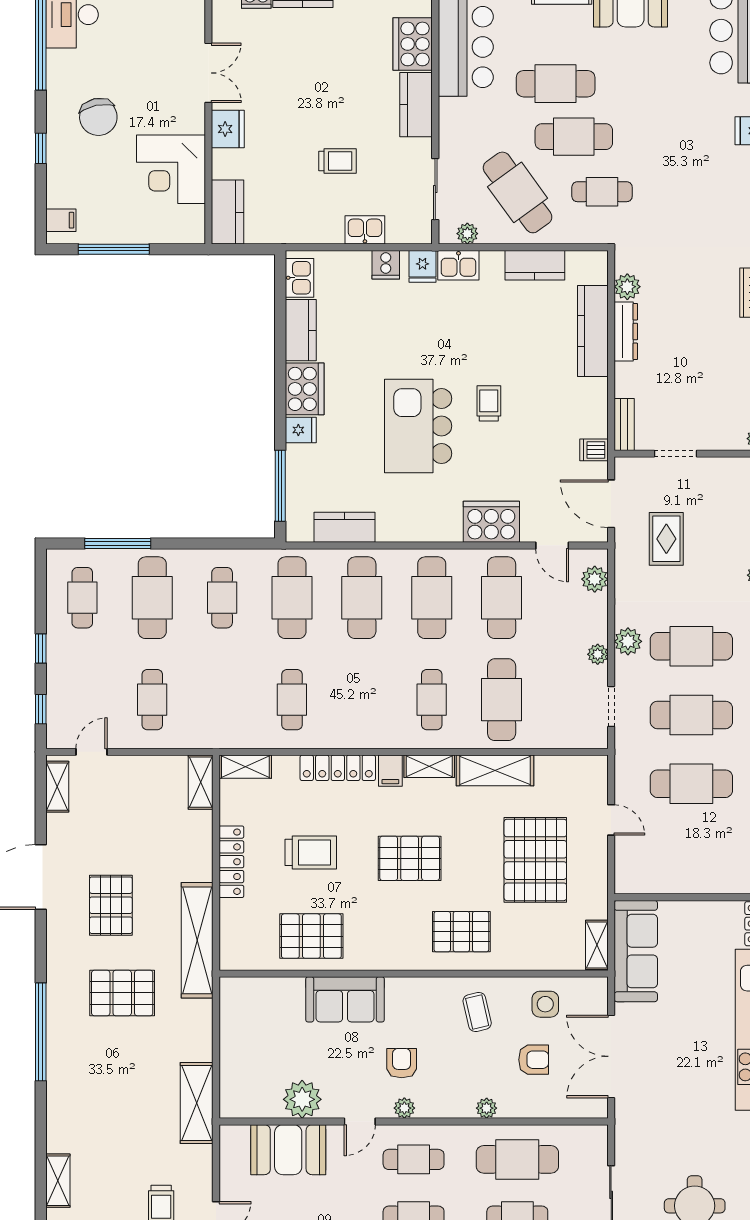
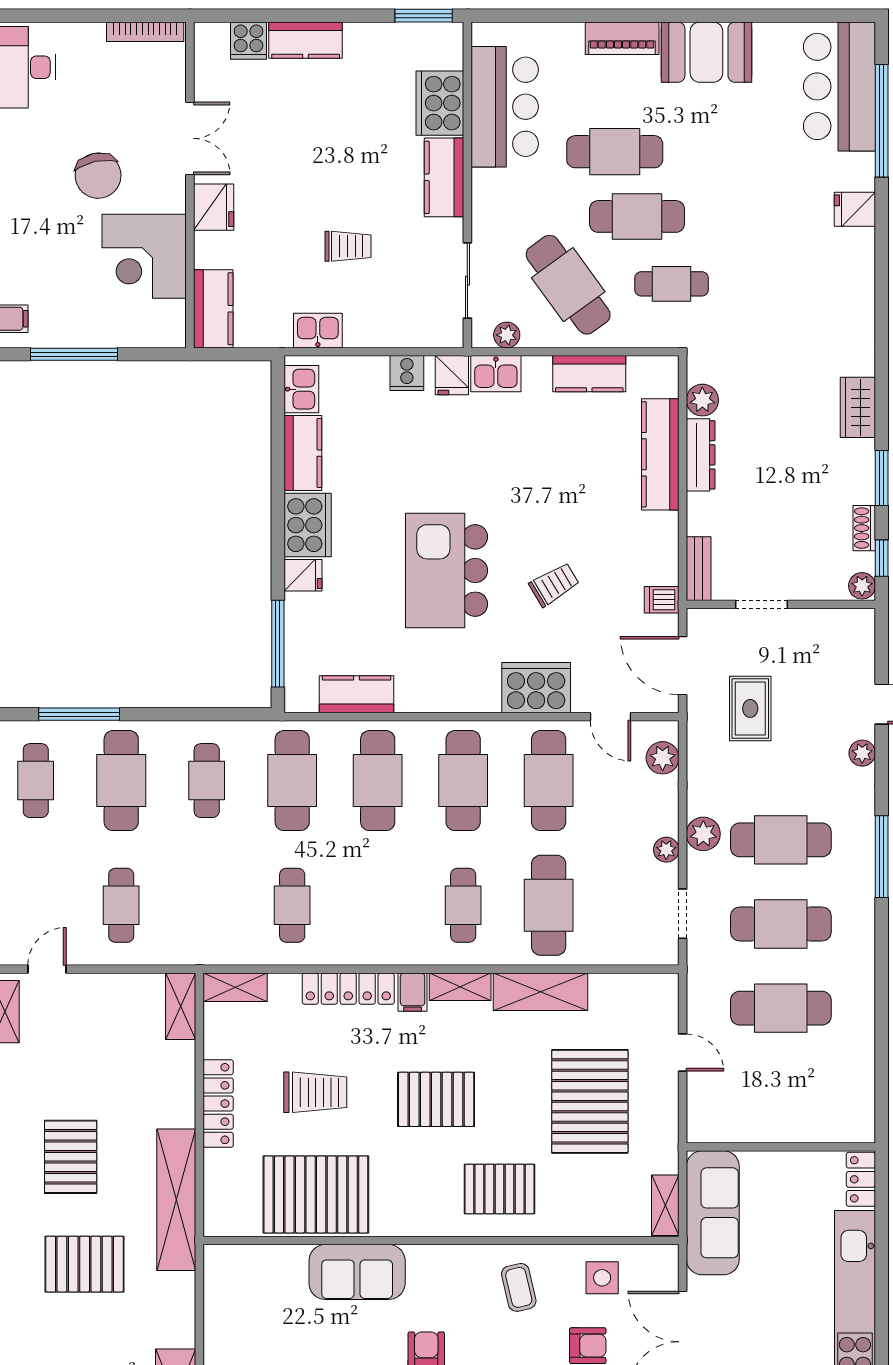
chair: (98, 117) -> (98, 176), moved
kitchen sink: (365, 230) -> (318, 331), moved
trolley: (489, 403) -> (554, 584), moved, turned 59
pallet: (311, 936) -> (316, 1194), width x1.37, depth x1.41

